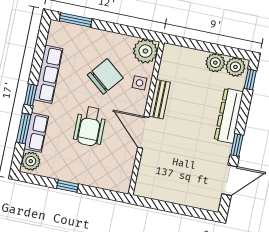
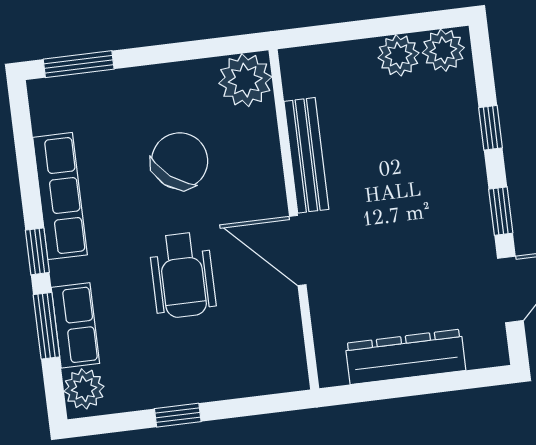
window: (250, 79) -> (491, 128), moved
side table: (140, 83) -> (255, 150), removed
bench: (160, 99) -> (306, 155), width x1.36
dresser: (229, 116) -> (405, 357), moved, turned 90

